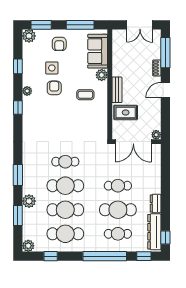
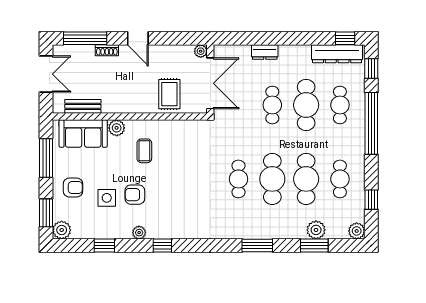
bench: (117, 90) -> (83, 106), moved
plant: (29, 201) -> (316, 230), moved
dresser: (156, 203) -> (265, 52), moved
cafe table: (65, 234) -> (340, 179), width x0.73, depth x0.74

